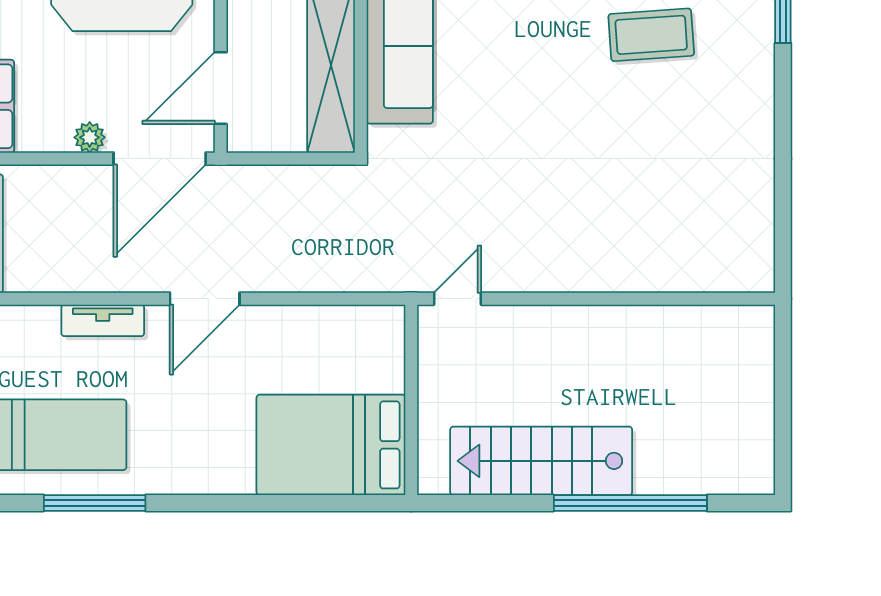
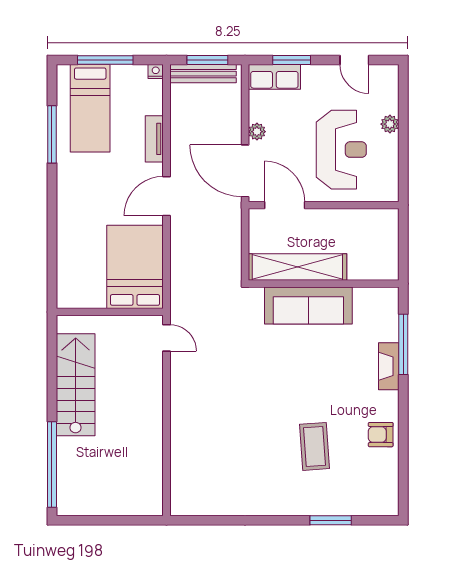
door: (205, 299) -> (166, 196), hinge flipped
bed: (331, 445) -> (135, 267), moved
window: (630, 503) -> (52, 464), moved

